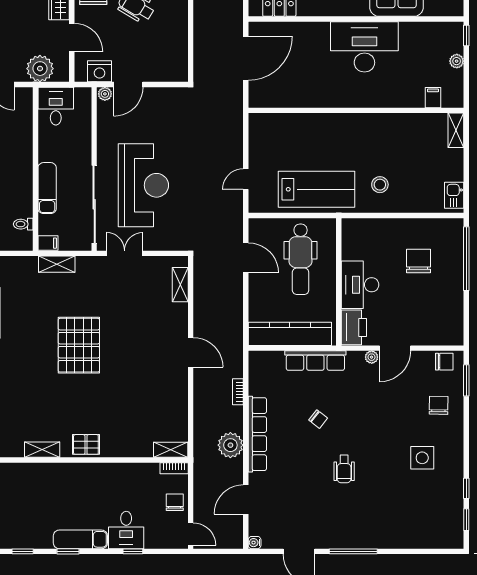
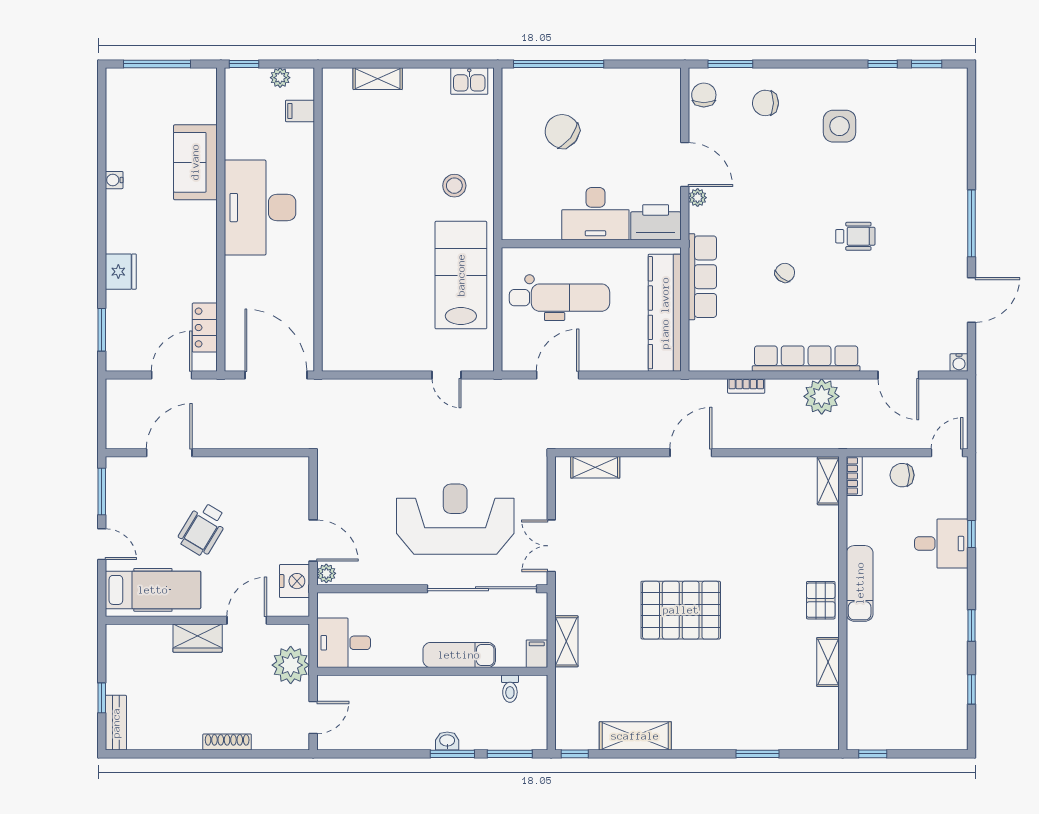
filing cabinet: (433, 98) -> (300, 111), moved
wall: (356, 110) -> (318, 219), moved
chair: (419, 261) -> (562, 131), turned 38
exam couch: (80, 539) -> (860, 583), moved, turned 180

